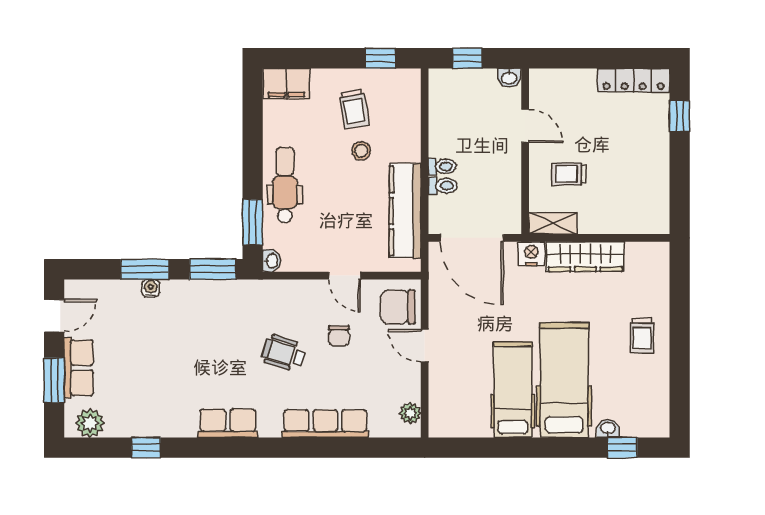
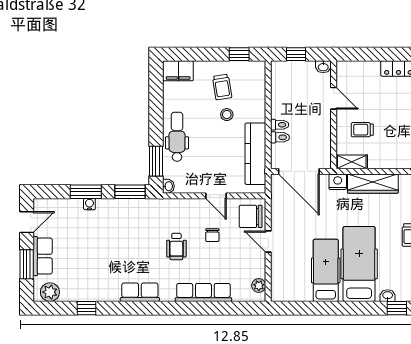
wheelchair: (284, 353) -> (176, 247), turned -107

